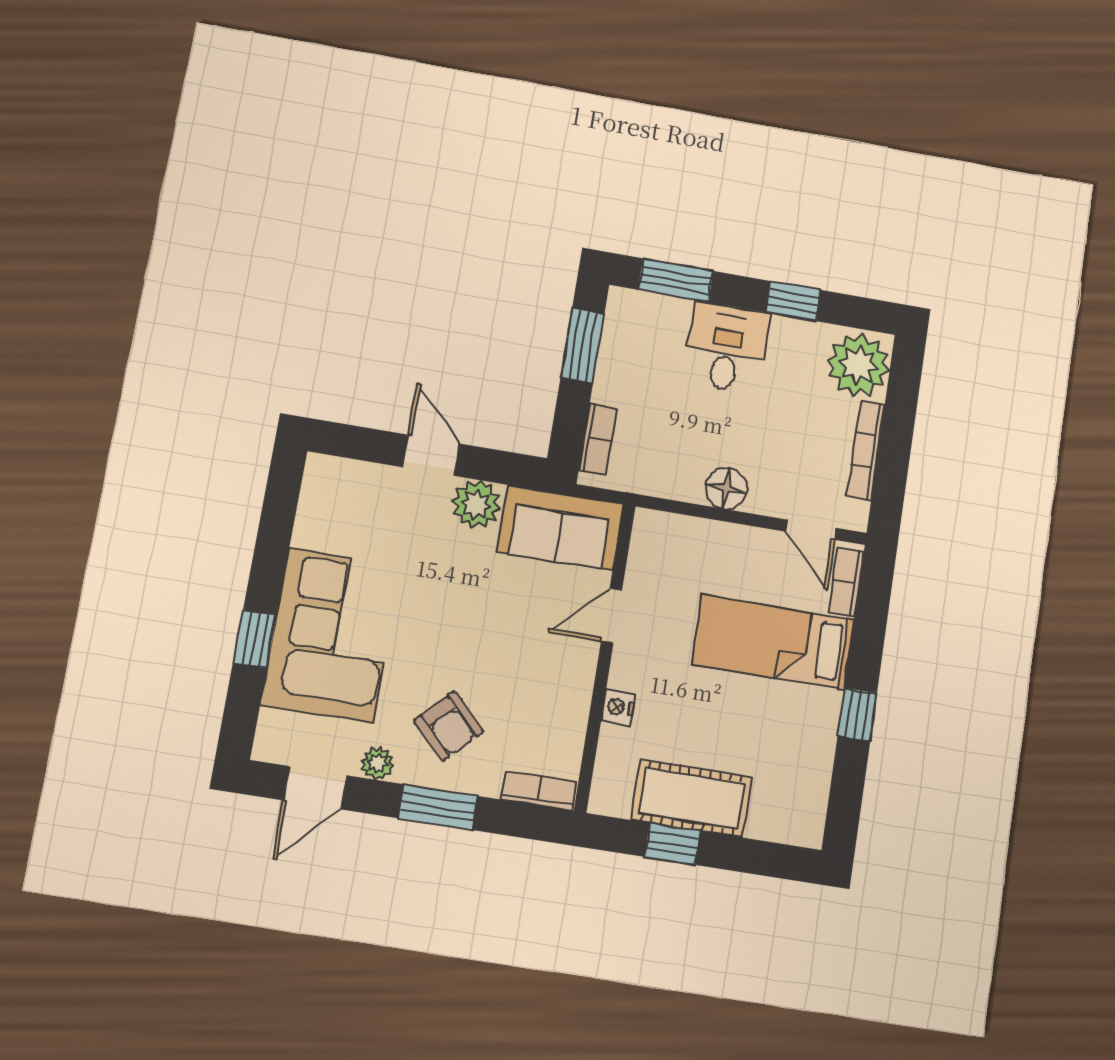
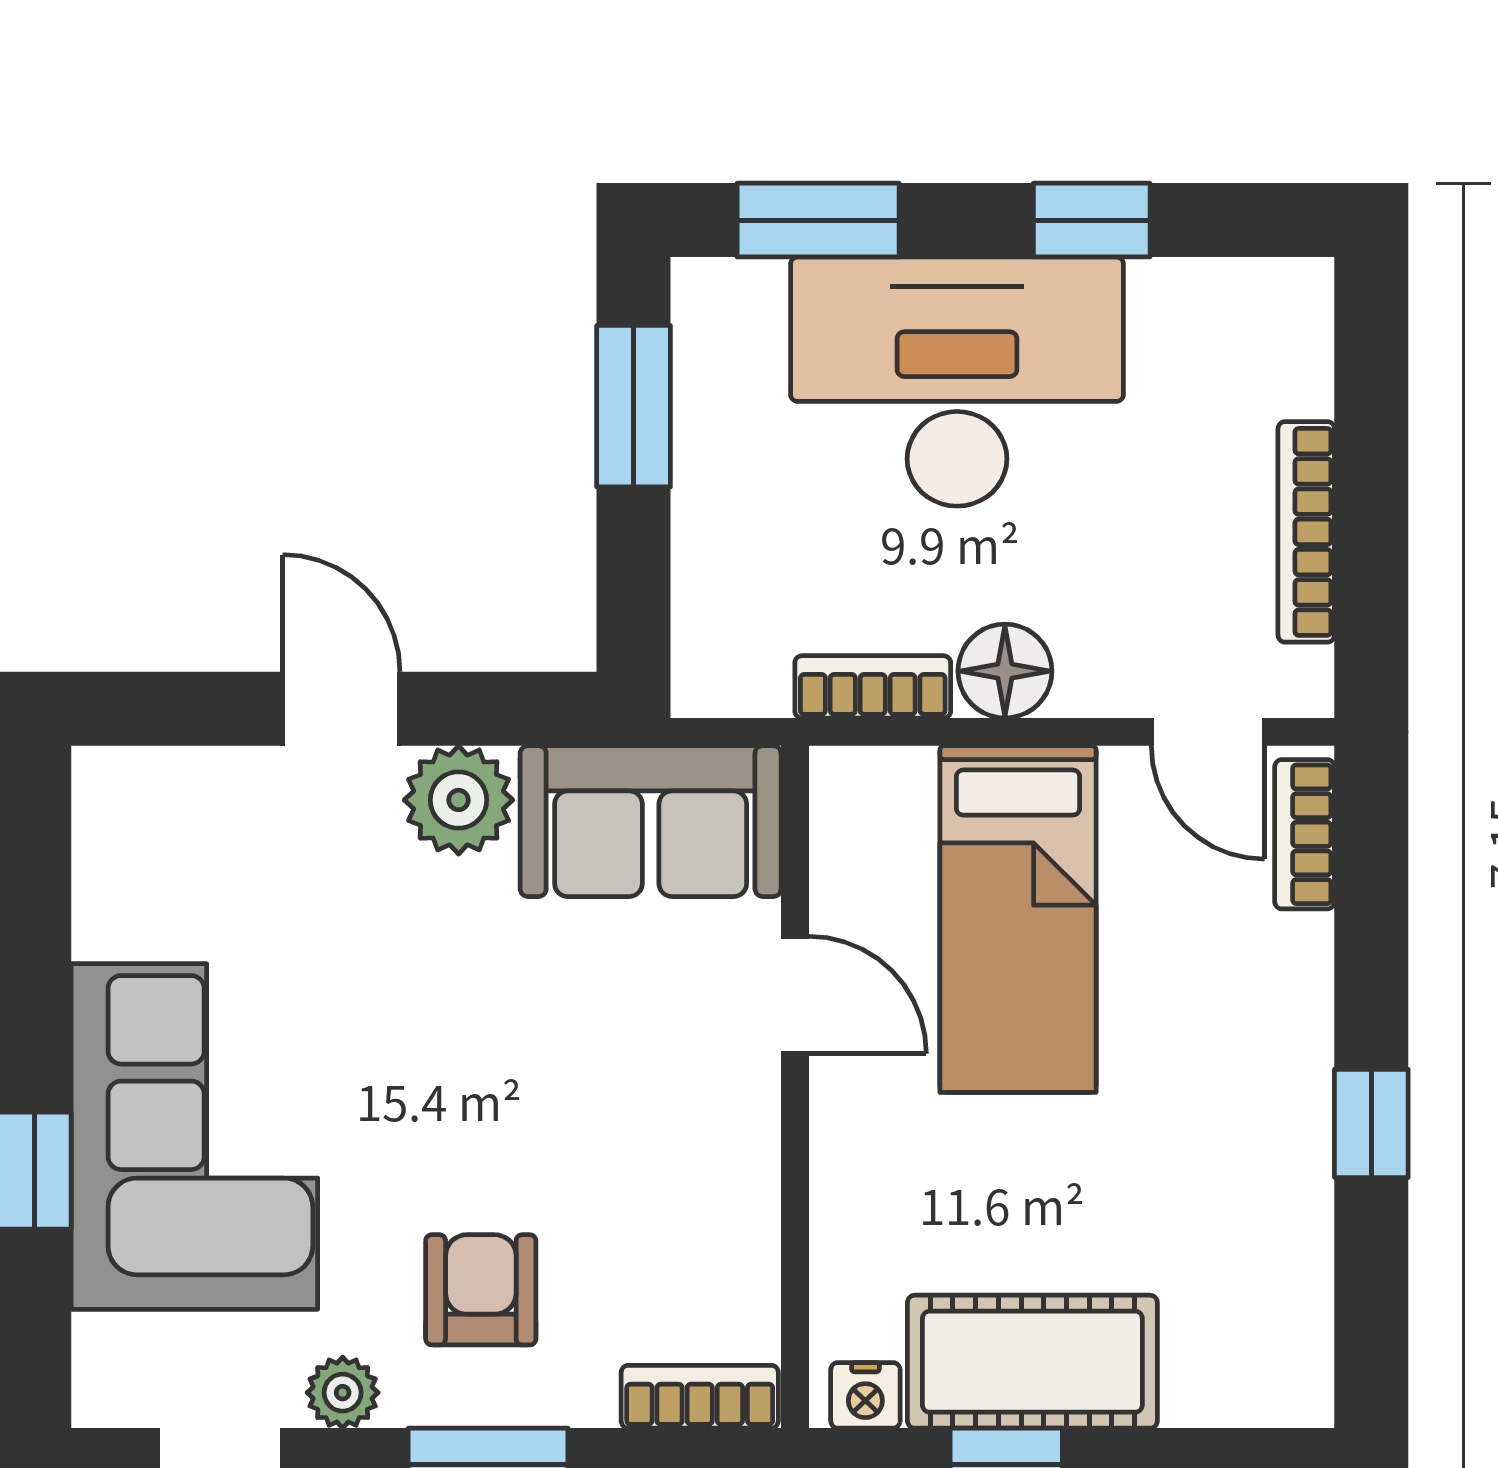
desk: (727, 347) -> (957, 382), width x1.87, depth x1.30
plant: (858, 365) -> (1261, 341), removed
bookcase: (598, 439) -> (873, 687), moved, turned -90
door: (612, 616) -> (795, 995), swing flipped
bed: (773, 642) -> (1018, 919), moved, turned -90
nightstand: (618, 707) -> (865, 1395), moved, turned -90
armchair: (448, 726) -> (481, 1290), turned -135

